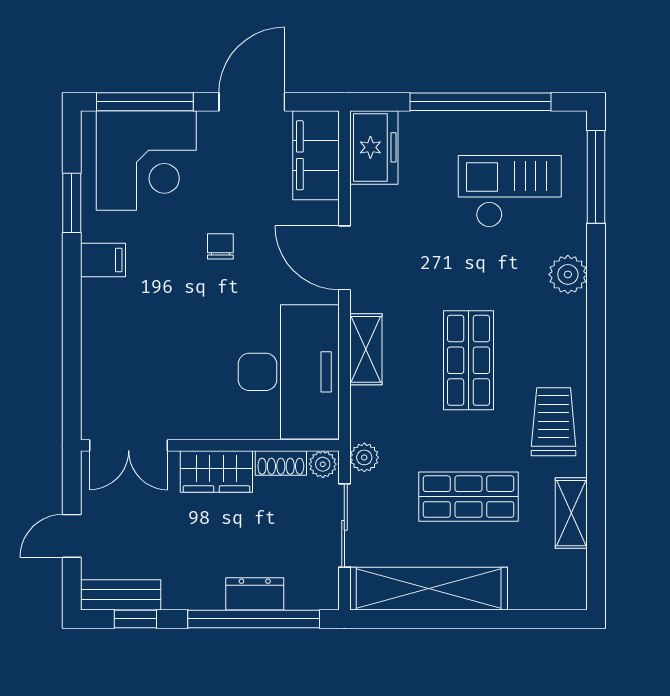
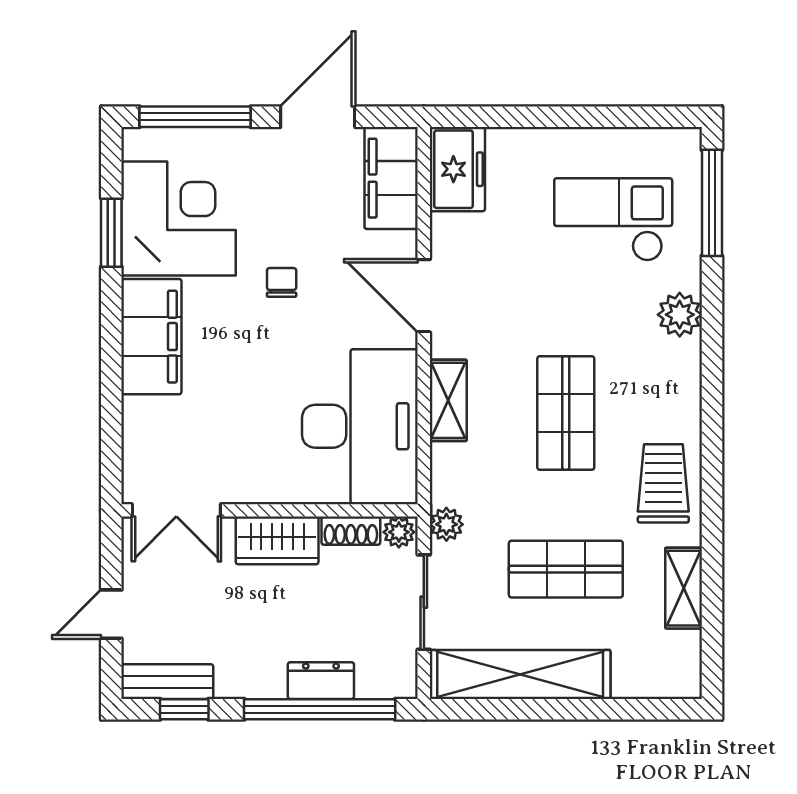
window: (480, 102) -> (580, 117), removed
corner desk: (146, 160) -> (179, 218), moved, turned -90
filing cabinet: (103, 260) -> (151, 337), width x3.00, depth x1.17

